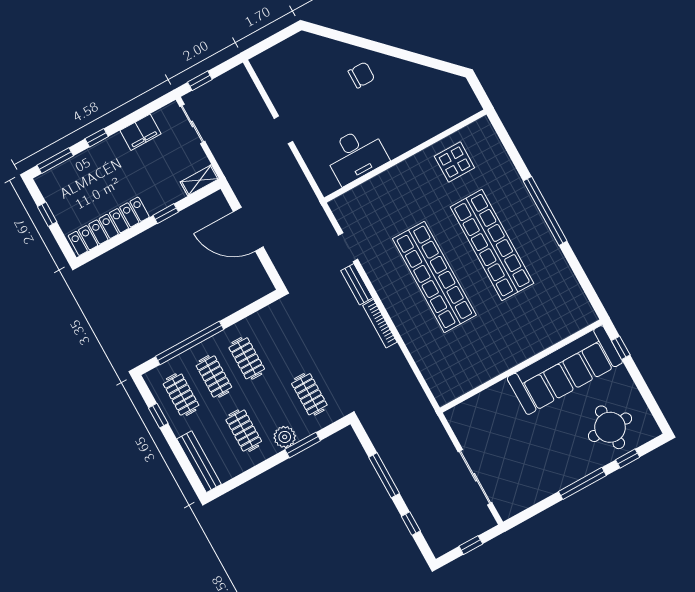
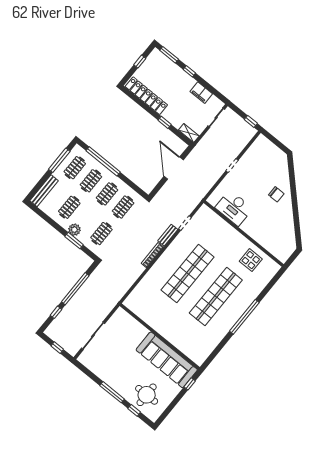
window: (200, 81) -> (251, 121), moved
clothes rail: (280, 340) -> (123, 207), added
window: (158, 416) -> (59, 160), width x2.17
window: (384, 475) -> (75, 289), width x1.46

